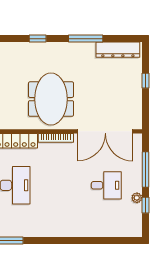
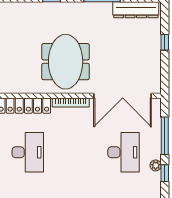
desk: (106, 185) -> (124, 152), width x1.37

